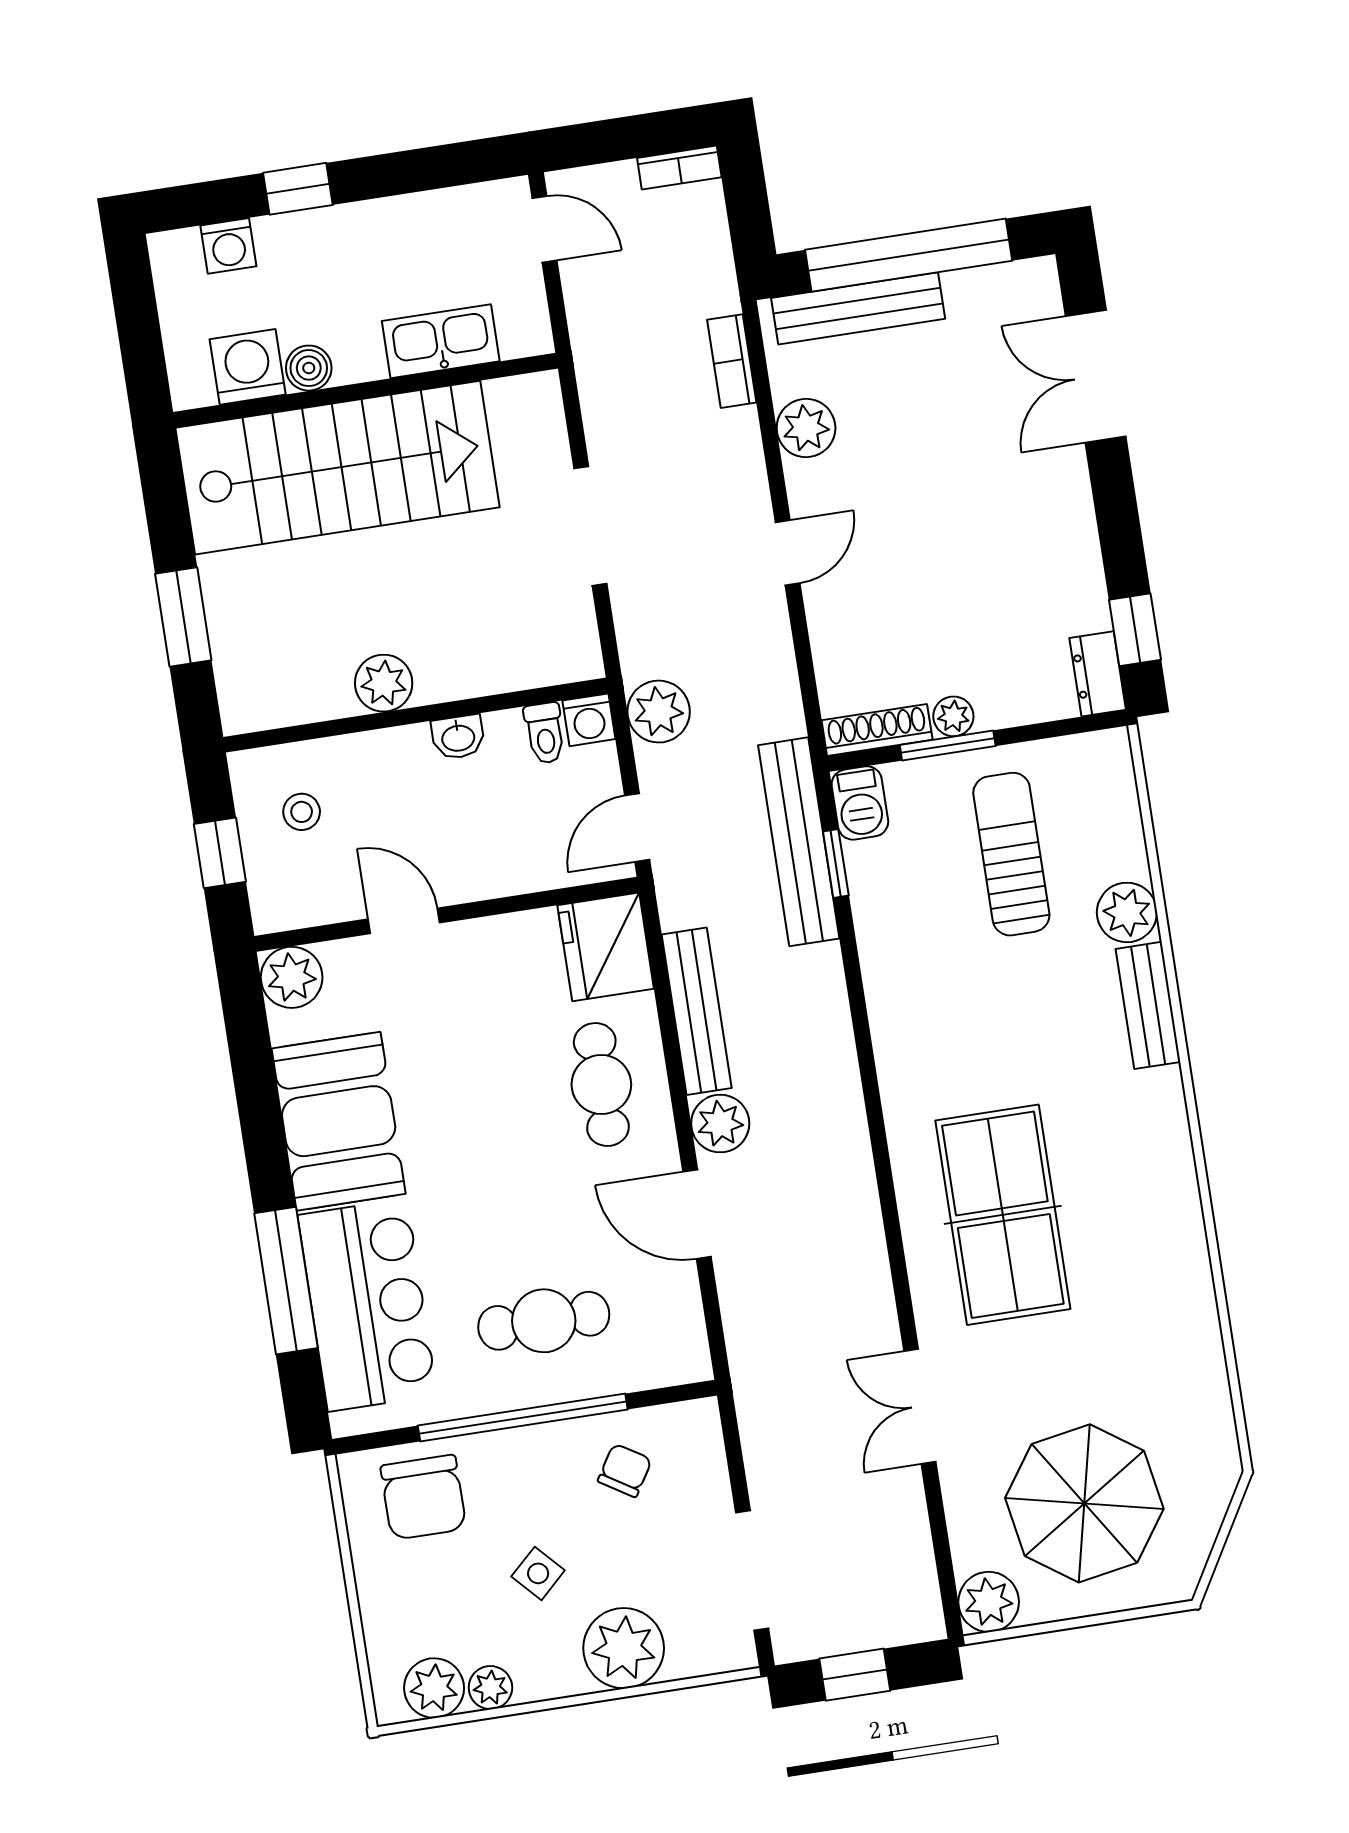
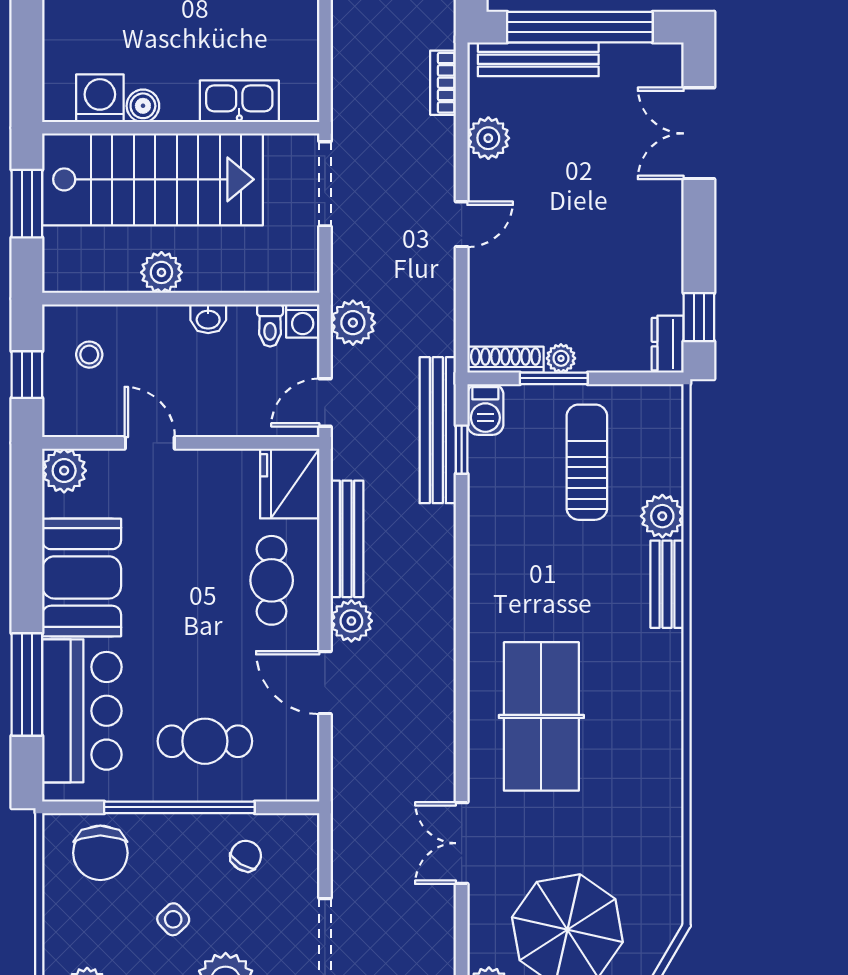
kitchen sink: (441, 341) -> (239, 101), moved
washing machine: (248, 367) -> (100, 98), moved
boiler: (309, 368) -> (143, 106), moved
wall: (366, 390) -> (181, 128), moved
stairs: (338, 468) -> (152, 179), moved

